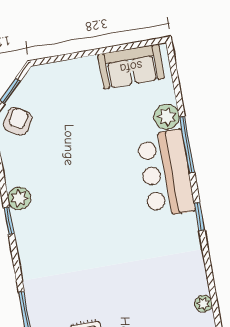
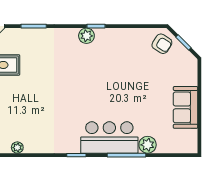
sofa: (131, 67) -> (186, 107), moved
plant: (19, 198) -> (86, 36), moved

